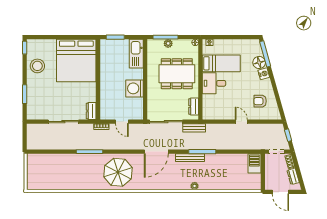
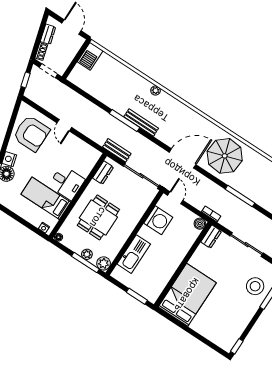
plant: (153, 45) -> (104, 263), added
kitchen sink: (136, 54) -> (134, 254), moved
bed: (76, 61) -> (187, 295), width x0.73
stool: (37, 66) -> (255, 286), moved
dining table: (177, 74) -> (98, 217), width x0.73
washing machine: (135, 88) -> (158, 220), moved
armchair: (260, 101) -> (31, 133), width x1.88, depth x1.88
boiler: (105, 115) -> (200, 224), added
door: (122, 122) -> (175, 198), moved
door: (156, 152) -> (183, 158), moved
barbecue: (254, 163) -> (90, 56), moved

